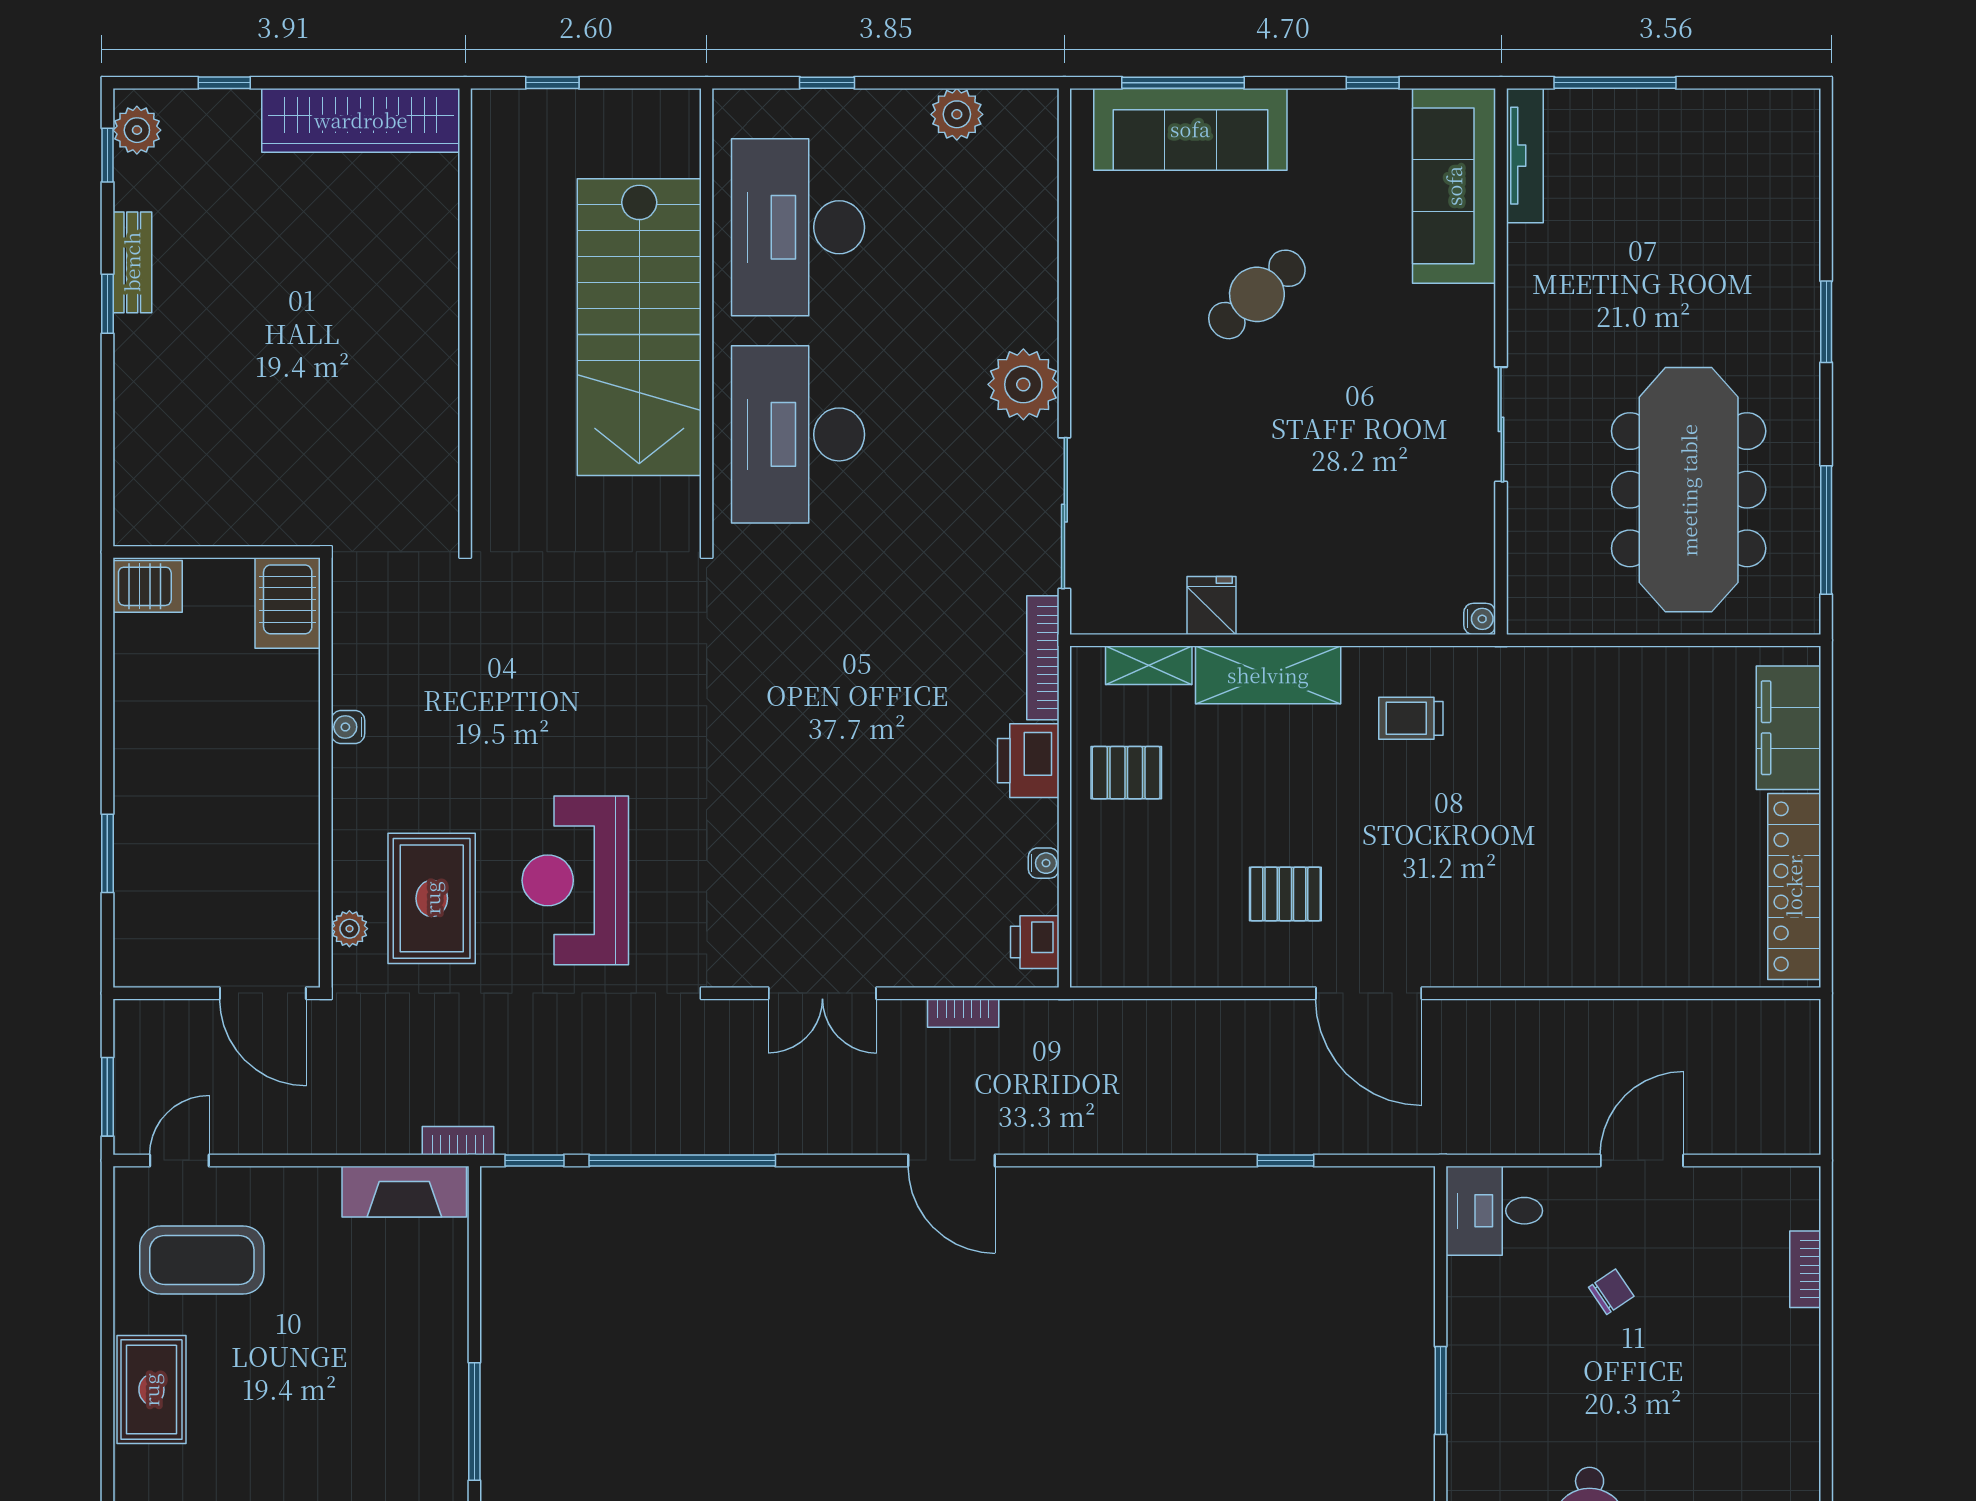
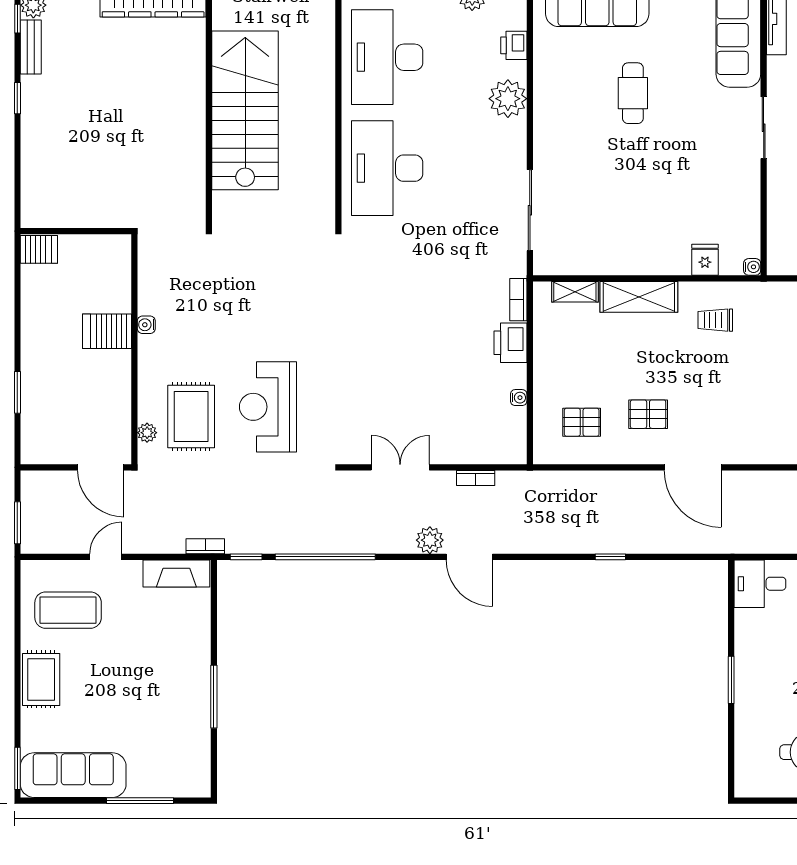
bench: (132, 262) -> (31, 47), moved
cafe table: (1257, 294) -> (633, 93), turned -49
stairs: (639, 327) -> (245, 110), moved, turned 180
plant: (1023, 384) -> (508, 99), moved
sliding door: (1501, 424) -> (764, 128), moved
server rack: (288, 603) -> (107, 331), moved, turned 90
fridge: (1212, 605) -> (705, 260), moved
bookcase: (1043, 658) -> (518, 300), width x0.64
pallet: (1126, 773) -> (582, 422), moved
printer: (1035, 942) -> (514, 45), moved
double door: (822, 993) -> (400, 467), swing flipped
plant: (878, 1129) -> (430, 540), added
door: (179, 1160) -> (106, 557), moved
window: (1286, 1160) -> (610, 557), moved

